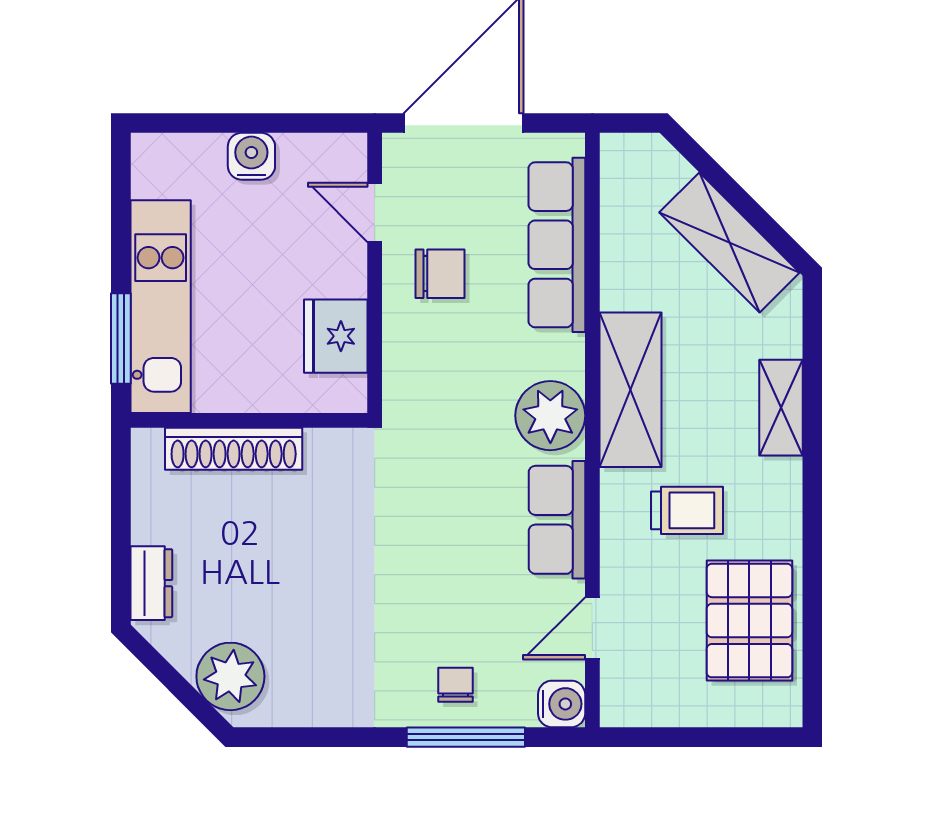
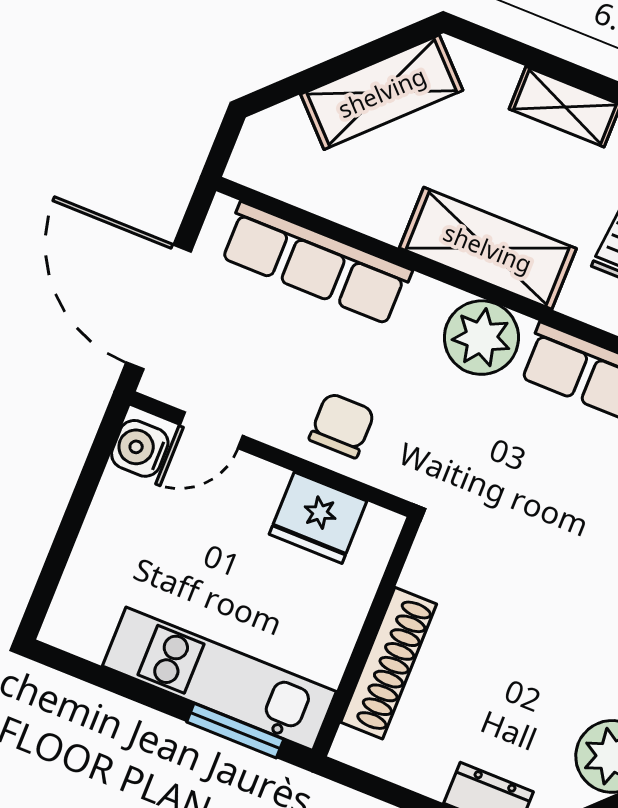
water cooler: (251, 156) -> (140, 448), moved
chair: (440, 274) -> (342, 425), moved

